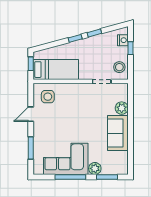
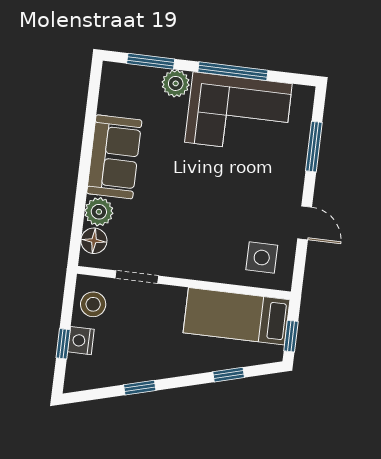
window: (75, 38) -> (229, 375), moved
nightstand: (123, 40) -> (81, 341), moved
floor lamp: (122, 95) -> (94, 241), added
door: (31, 114) -> (305, 223), hinge flipped

